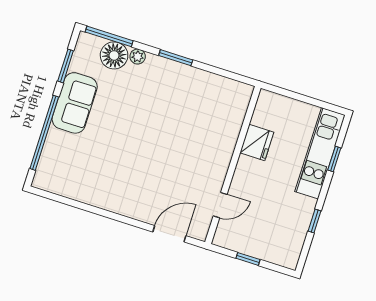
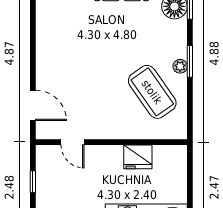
plant: (138, 57) -> (180, 66), moved
coffee table: (195, 106) -> (152, 92), added

